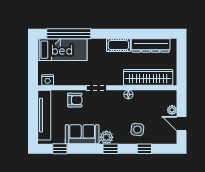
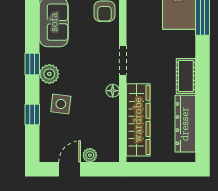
doorway: (96, 88) -> (123, 60), moved
plant: (106, 137) -> (49, 74), moved

